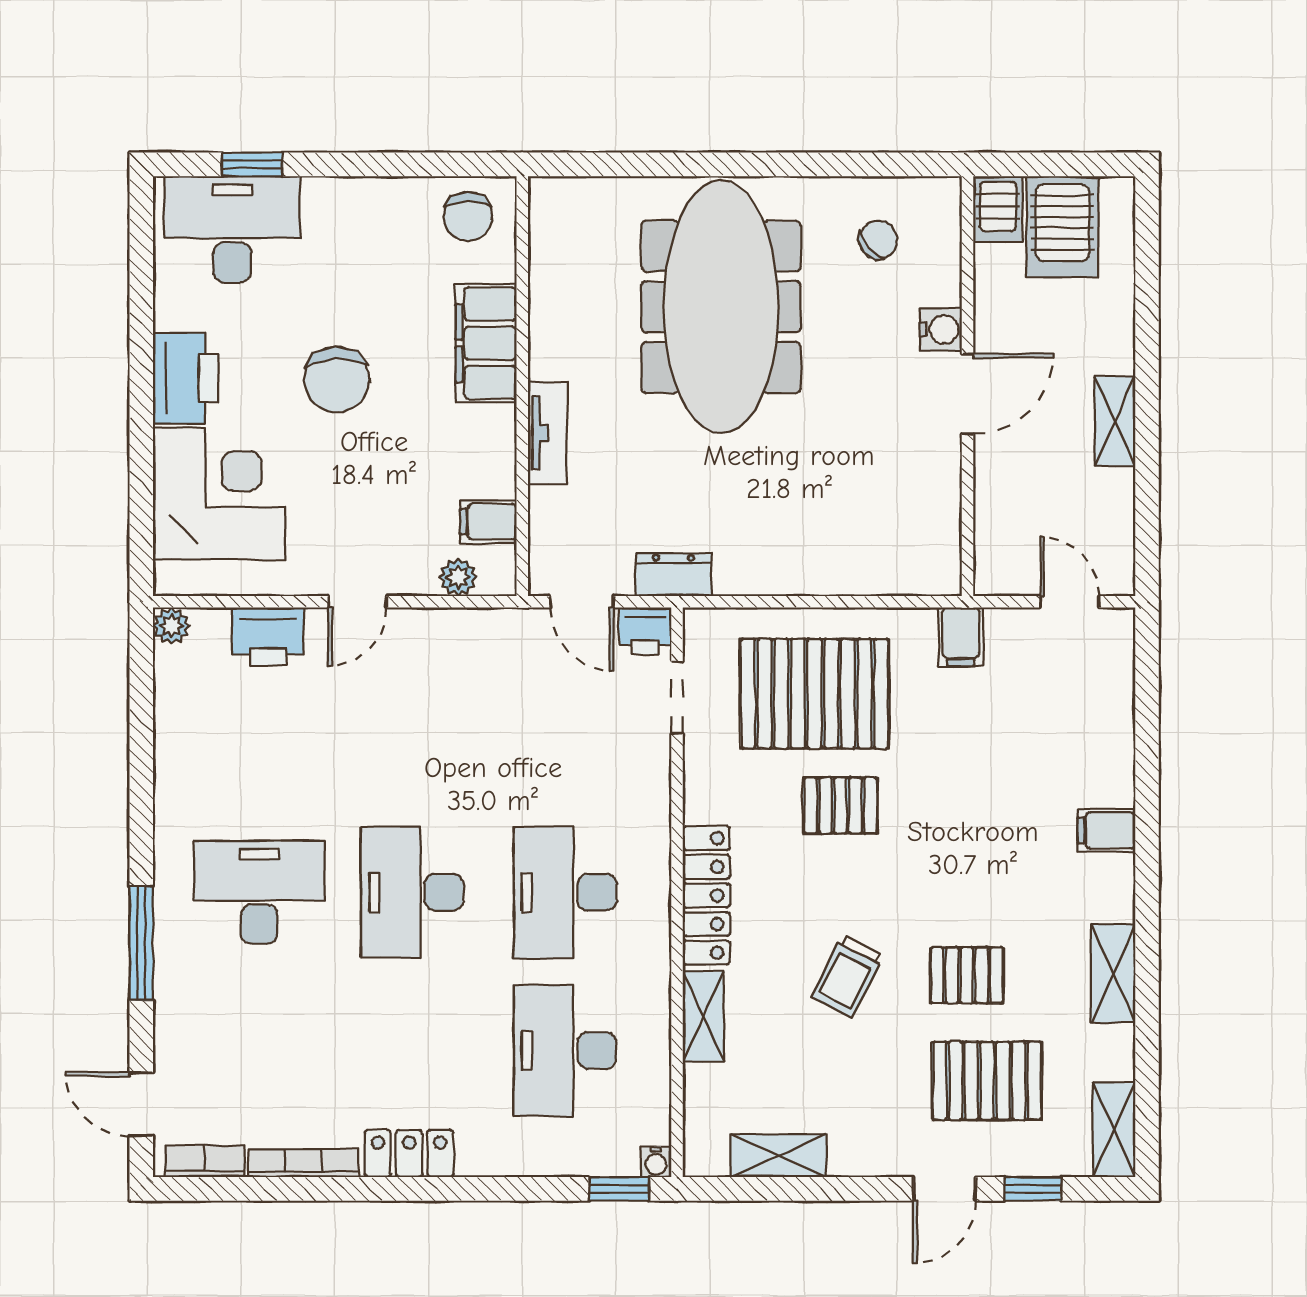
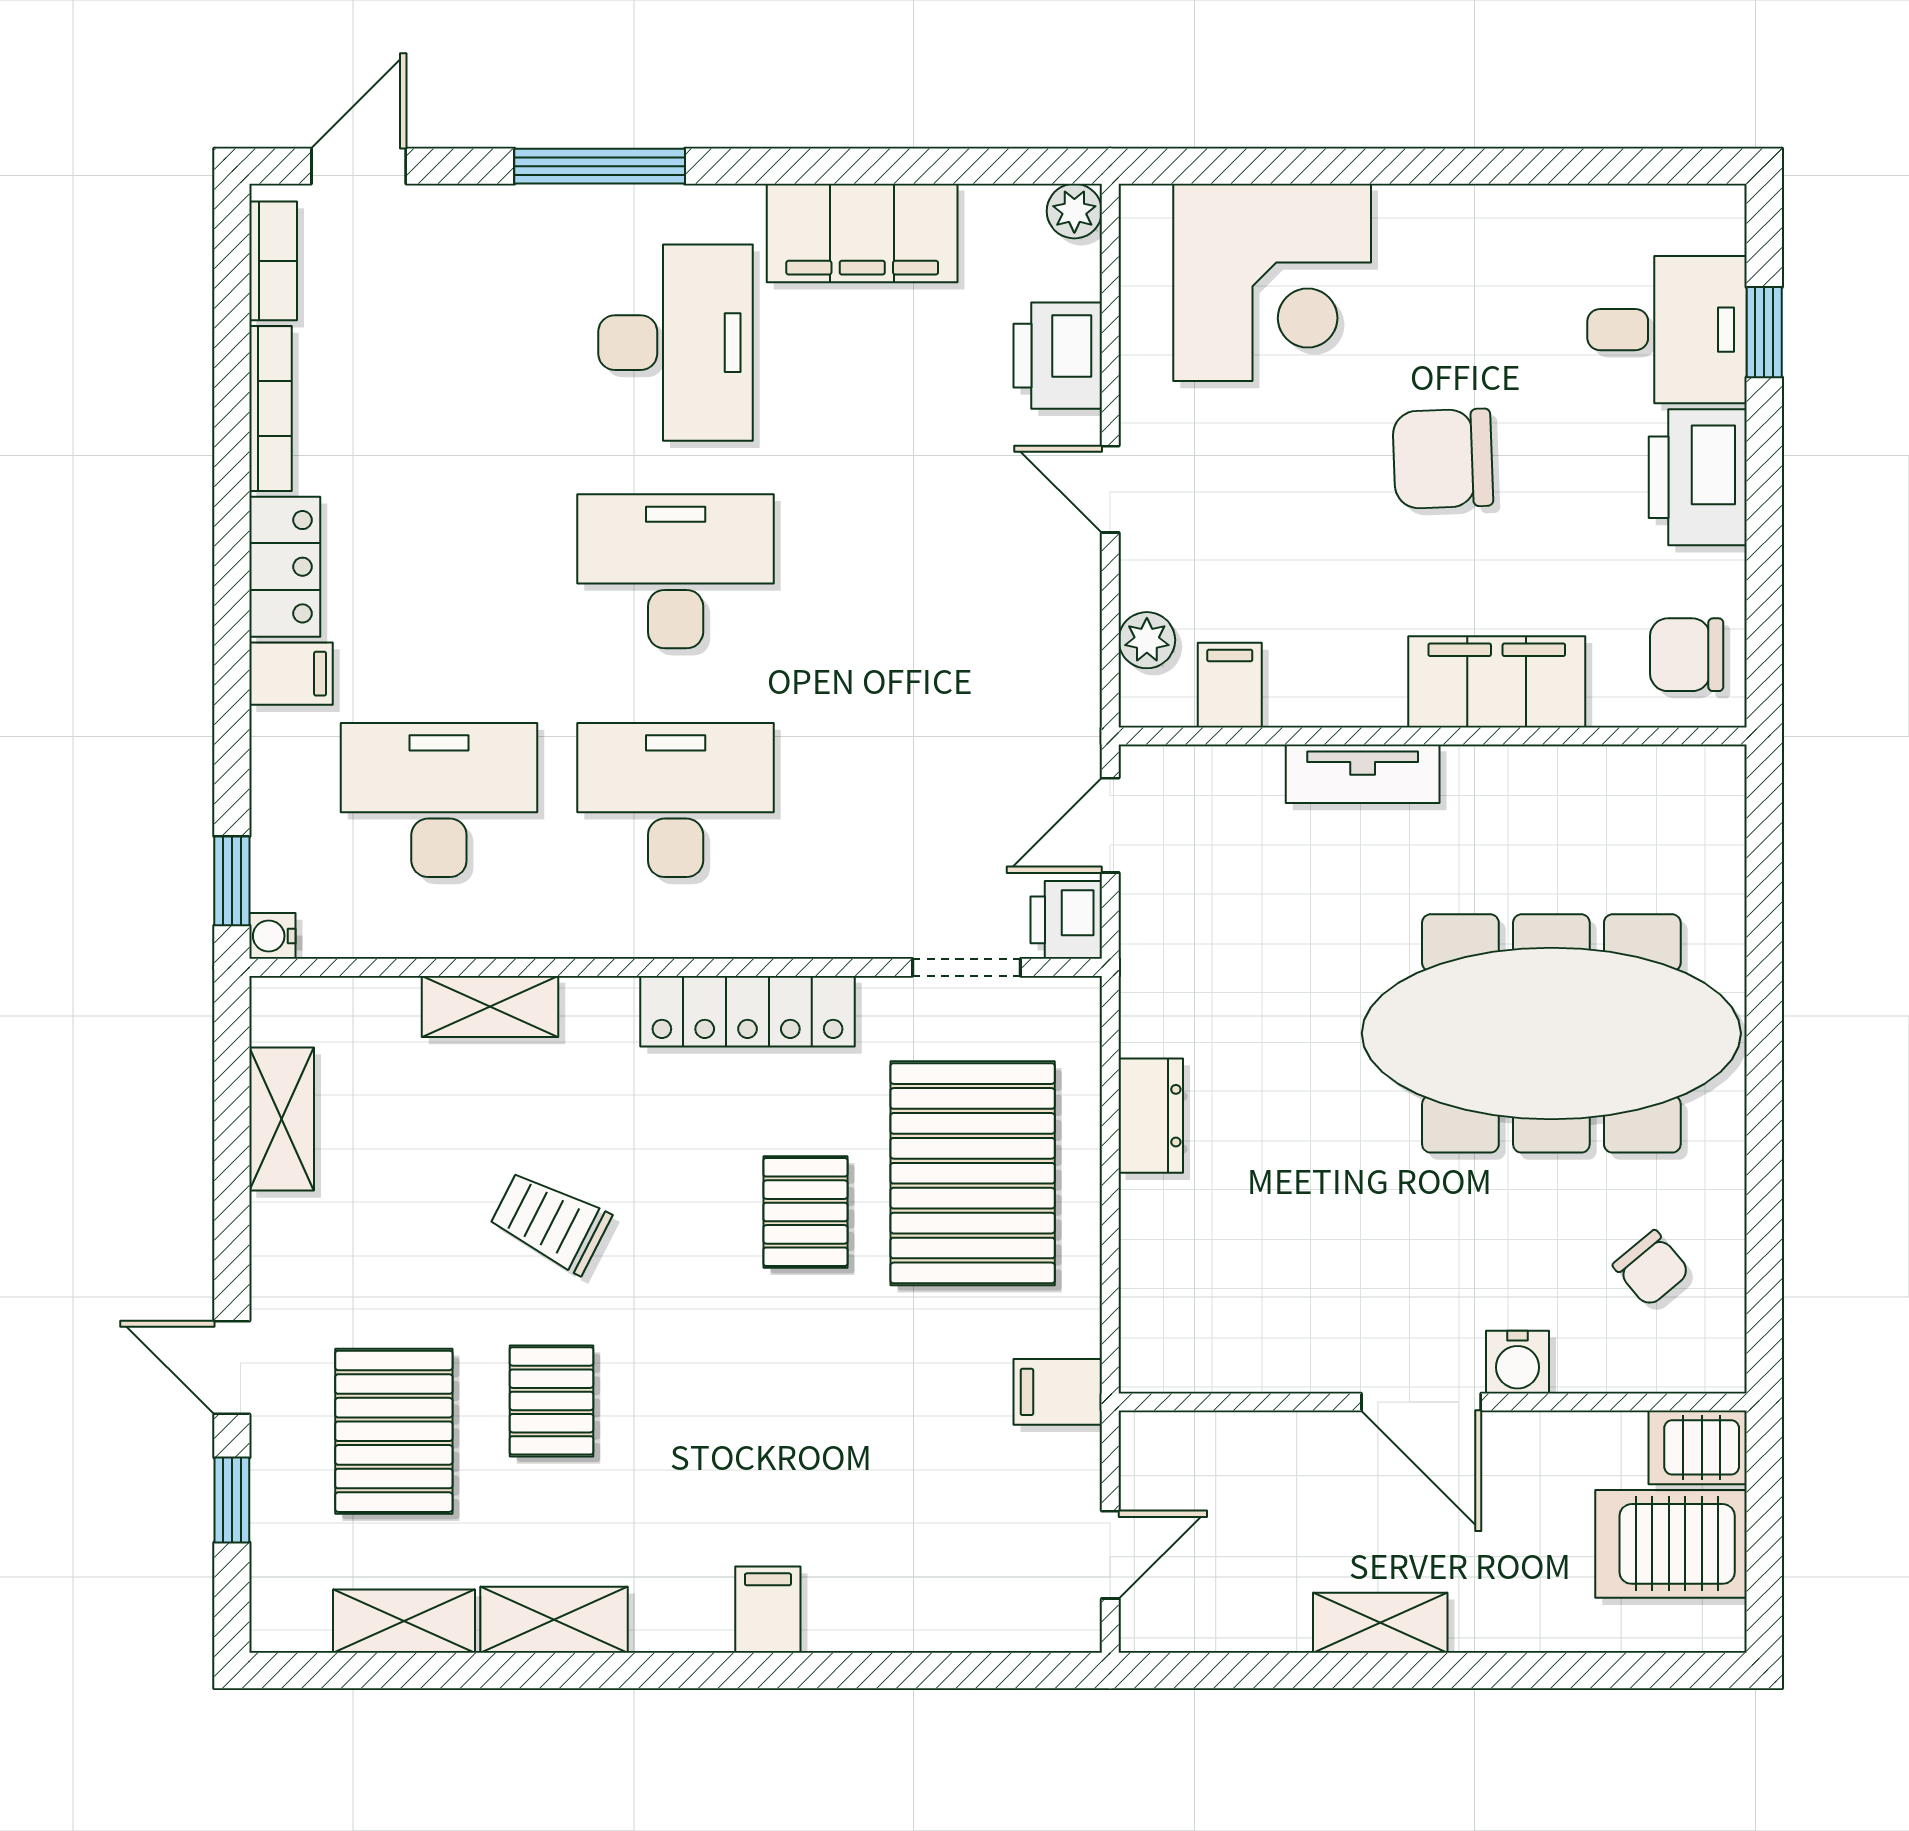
desk: (232, 229) -> (1667, 330), width x0.73
printer: (186, 378) -> (1698, 477), moved, turned 90
dresser: (674, 575) -> (1151, 1116), moved
filing cabinet: (186, 767) -> (862, 233), added
locker: (706, 895) -> (748, 1011), moved
shelving: (1114, 1130) -> (404, 1621), moved
filing cabinet: (481, 1149) -> (291, 674), added

